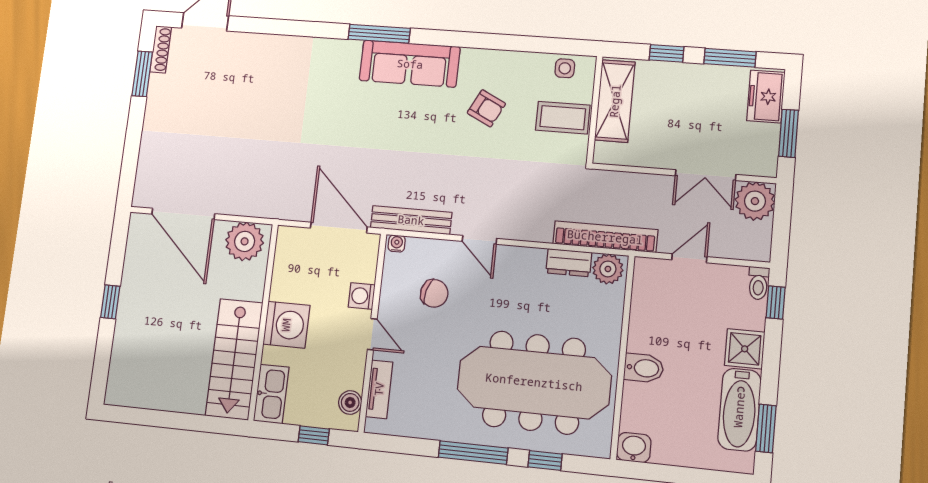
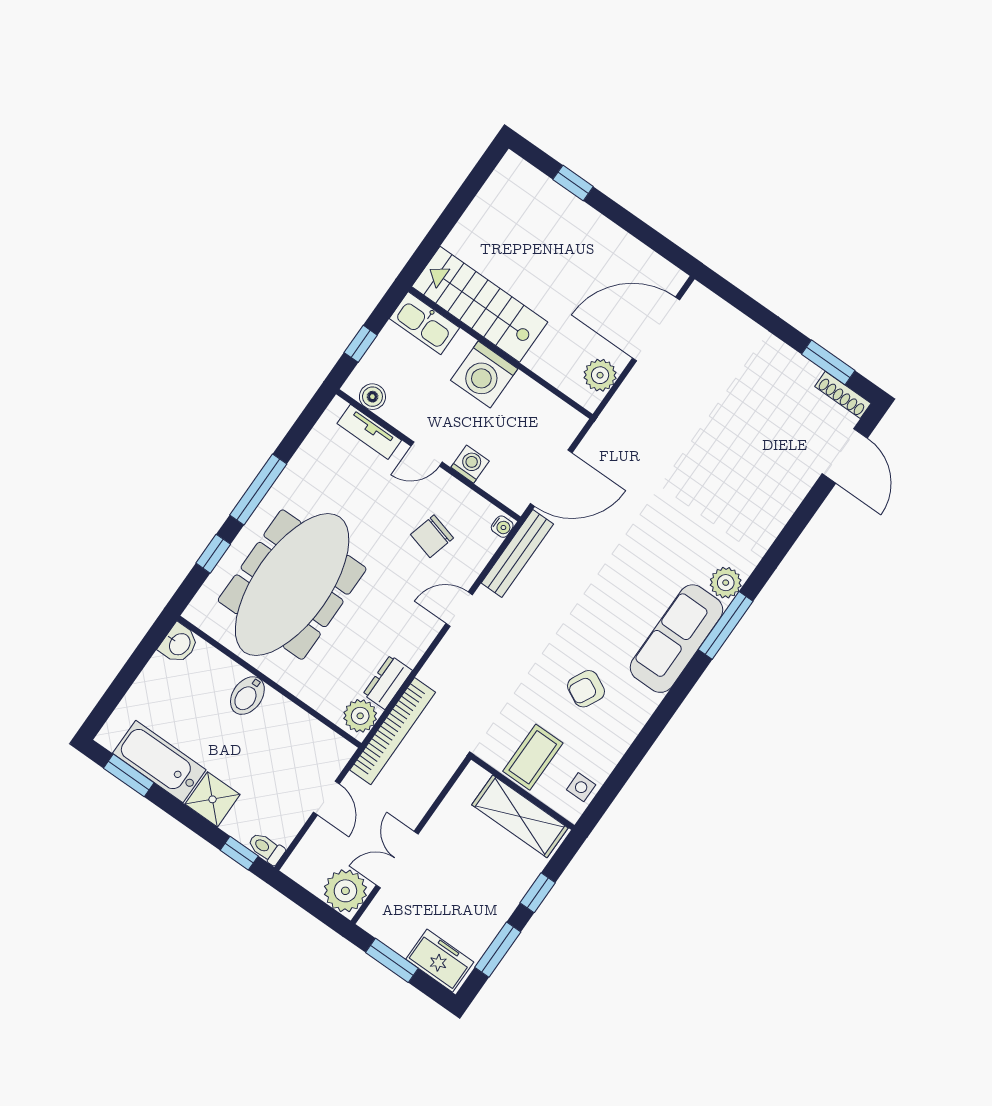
plant: (347, 52) -> (726, 583), added
plant: (245, 241) -> (600, 375), width x0.73, depth x0.73
window: (110, 302) -> (573, 183), moved

